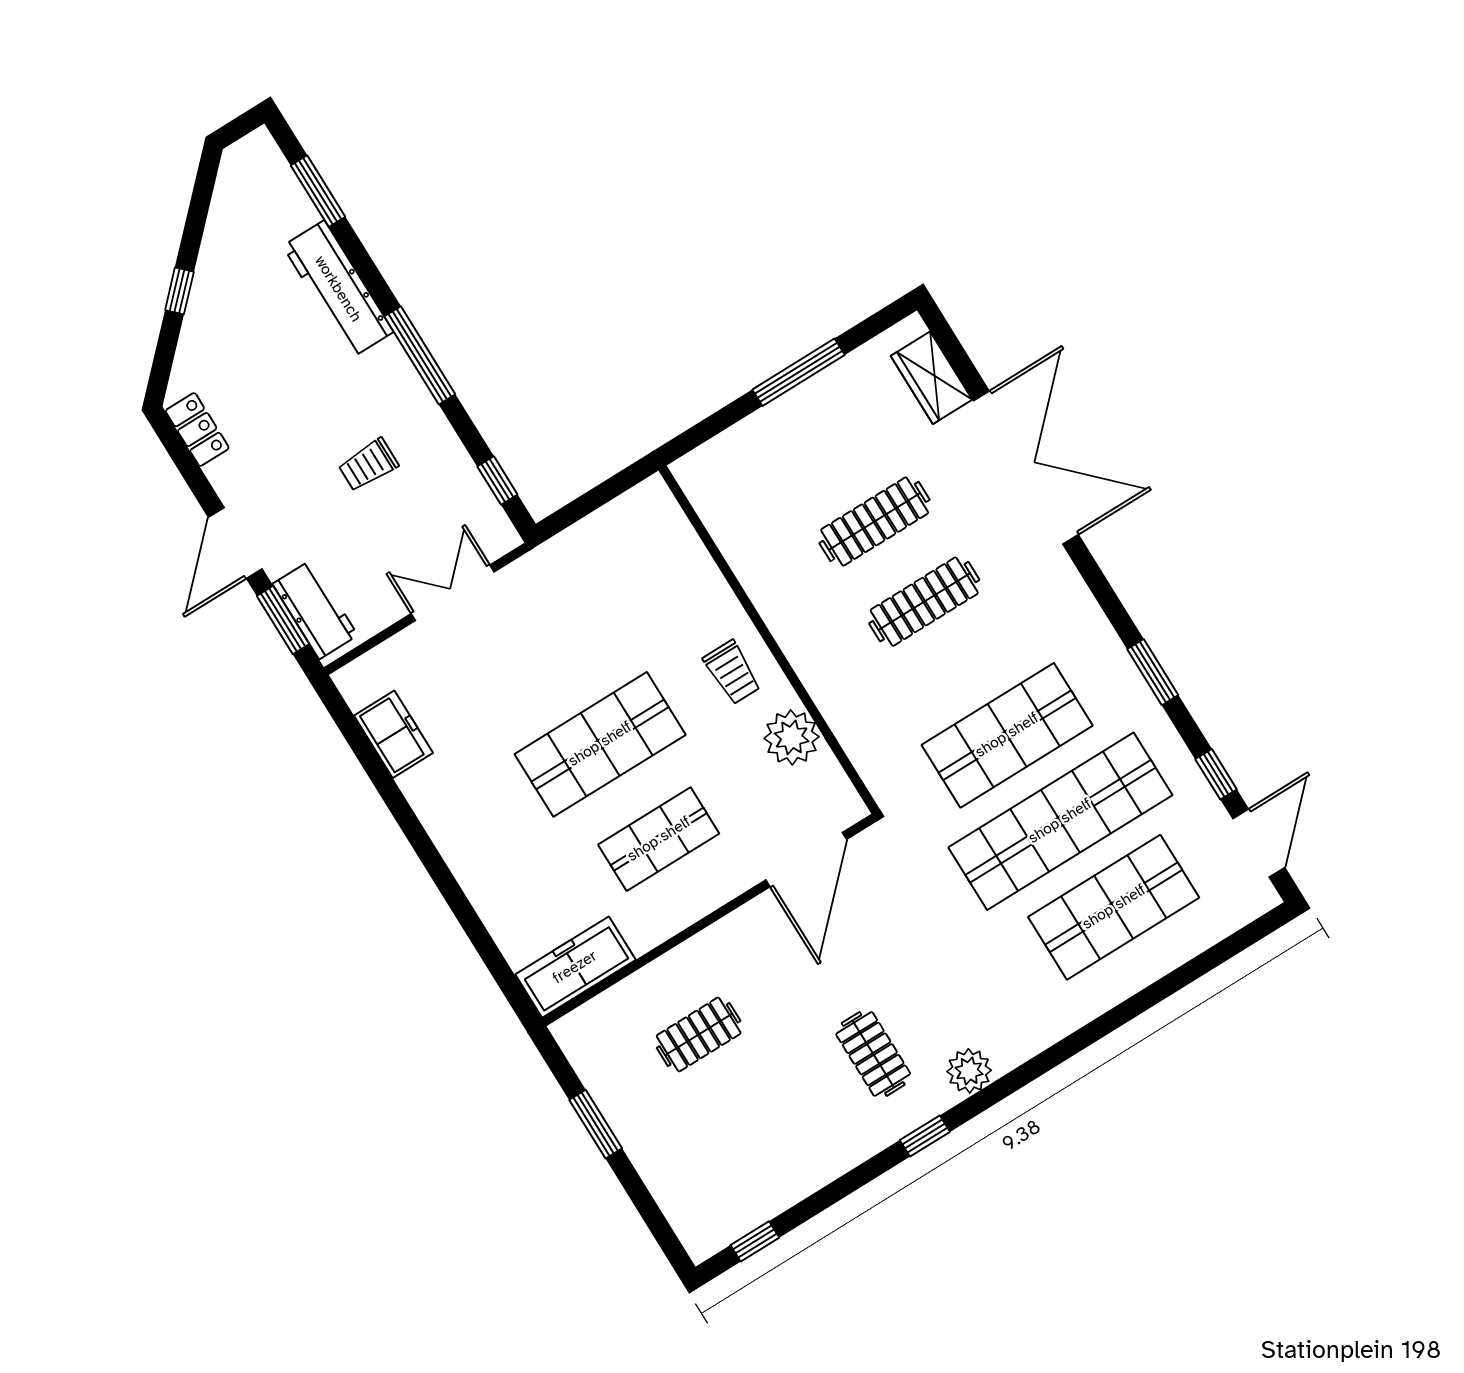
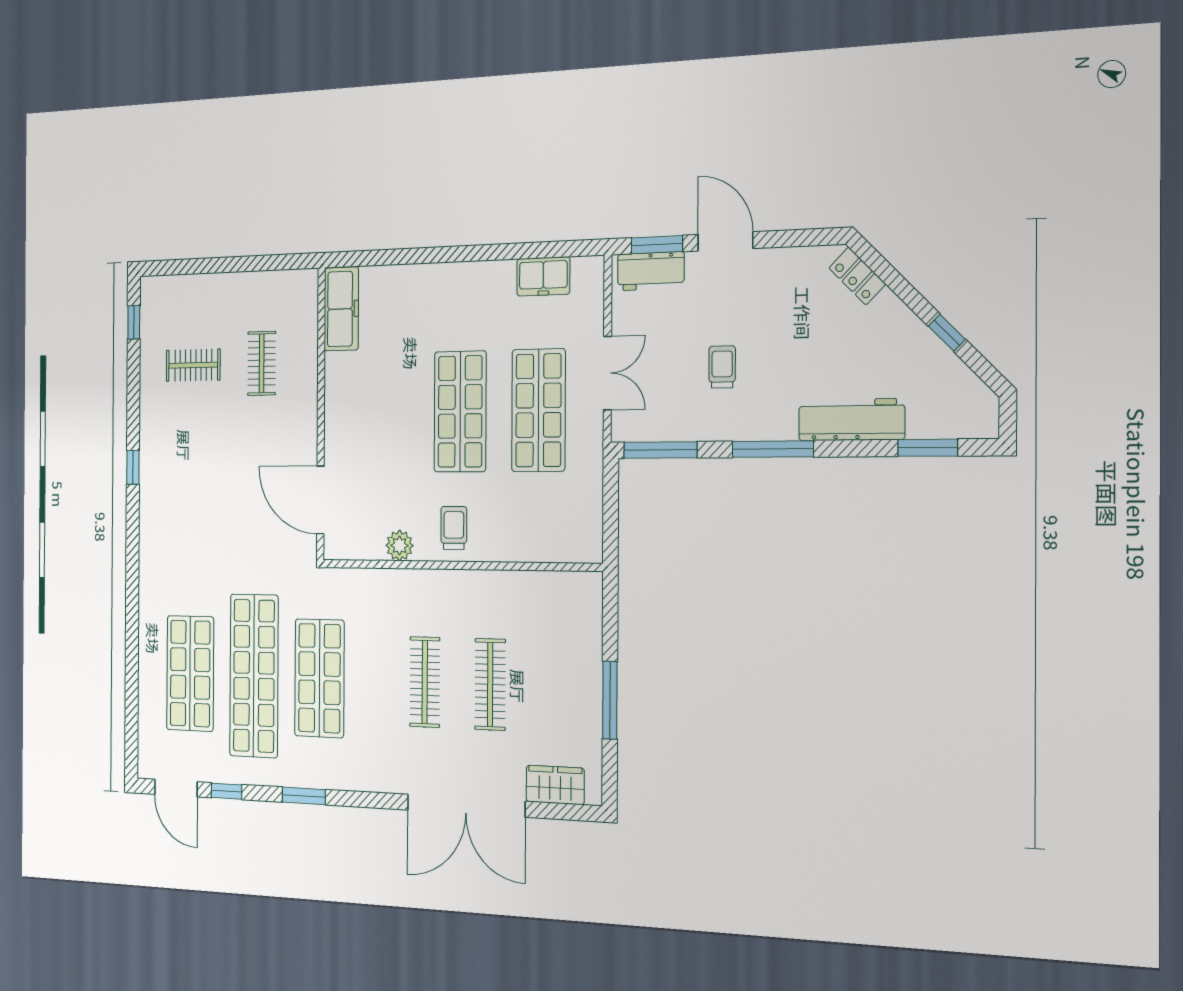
window: (179, 291) -> (947, 333), moved
locker: (197, 430) -> (857, 276), moved, turned 45
window: (497, 481) -> (660, 450), width x2.17
trolley: (732, 672) -> (454, 528), turned 90
plant: (792, 737) -> (399, 546), width x0.73, depth x0.73
shop shelf: (659, 839) -> (538, 410), moved, width x1.43, depth x1.36
clothes rail: (873, 1054) -> (193, 365), moved
plant: (969, 1071) -> (152, 520), removed
window: (596, 1124) -> (248, 264), removed

